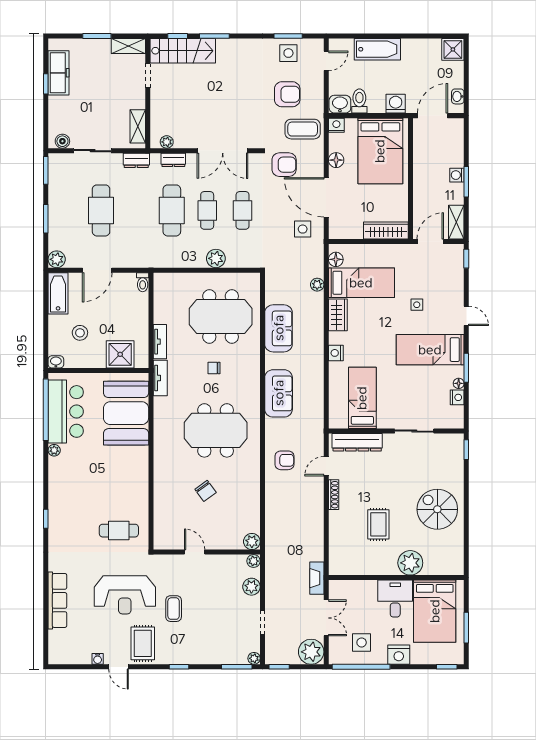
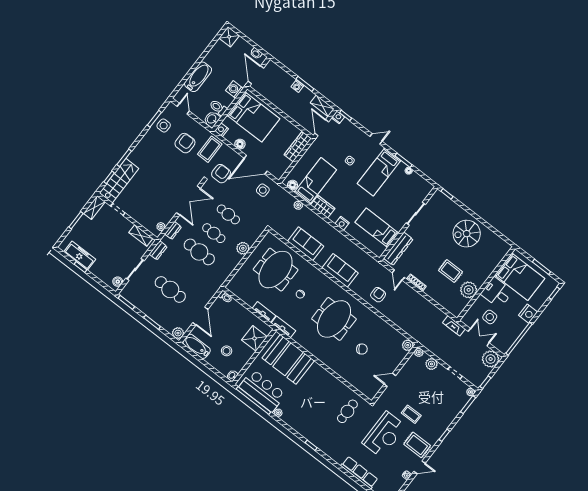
nightstand: (457, 397) -> (338, 117), moved
plant: (410, 563) -> (469, 290), moved
side table: (362, 642) -> (490, 317), moved

